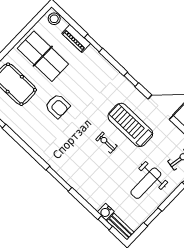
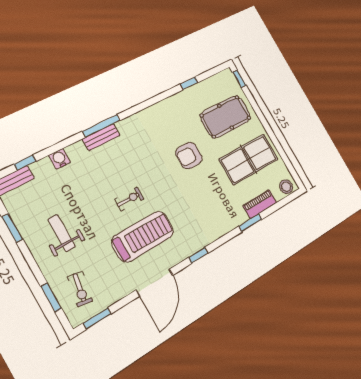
bench: (68, 176) -> (101, 137), added
weight bench: (146, 183) -> (62, 233), width x0.73, depth x0.75
water cooler: (106, 212) -> (60, 159), moved

